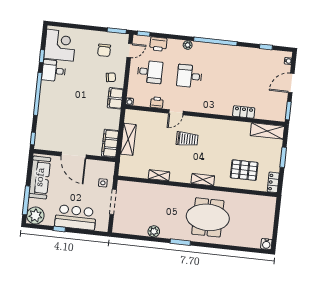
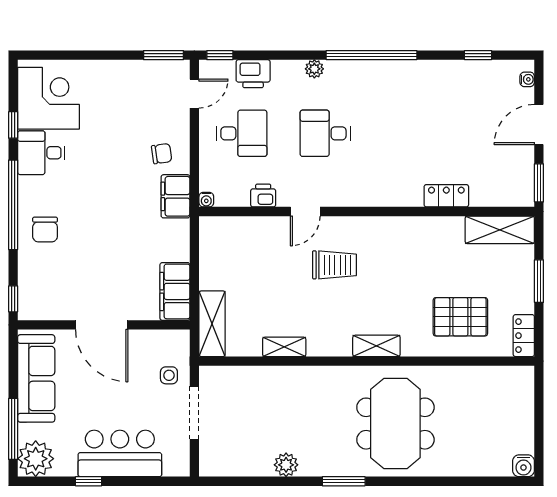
chair: (104, 50) -> (45, 230), moved
shelving: (128, 139) -> (212, 324), moved
meeting table: (208, 217) -> (395, 424), turned 90

